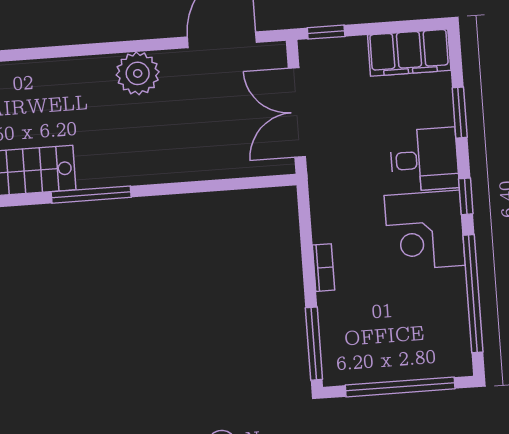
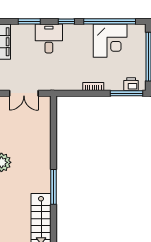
double door: (297, 112) -> (24, 93), width x0.73
corner desk: (425, 230) -> (110, 41), moved
printer: (335, 352) -> (131, 84), added

